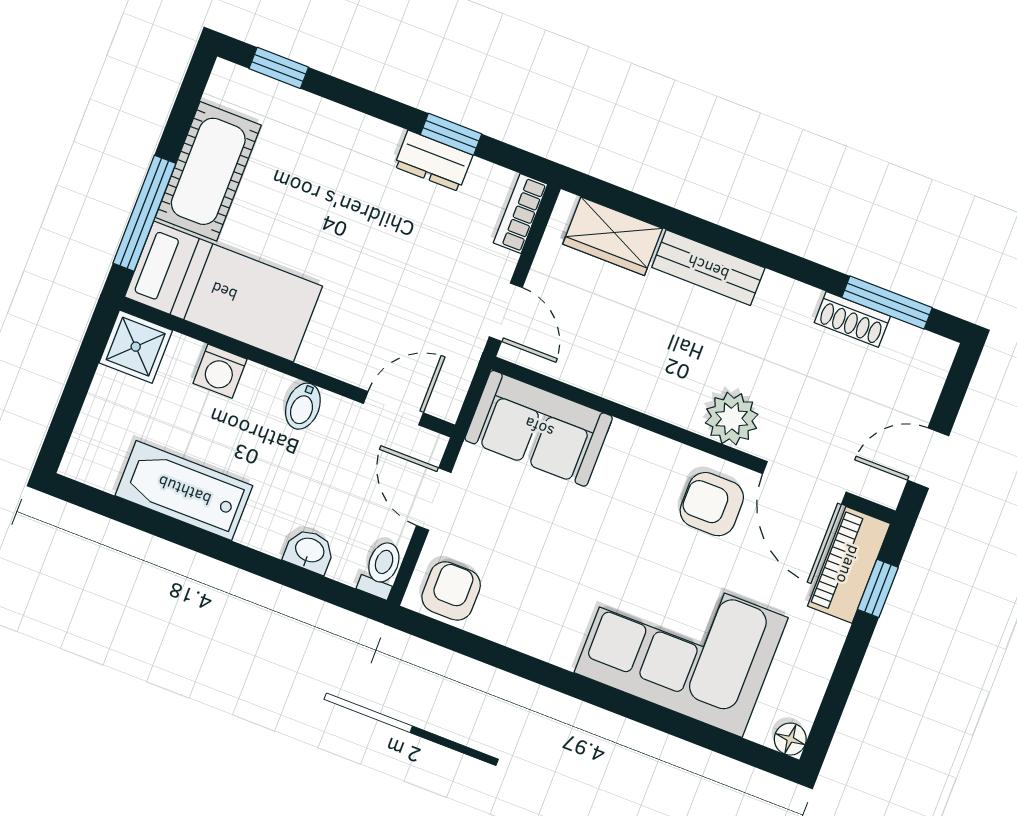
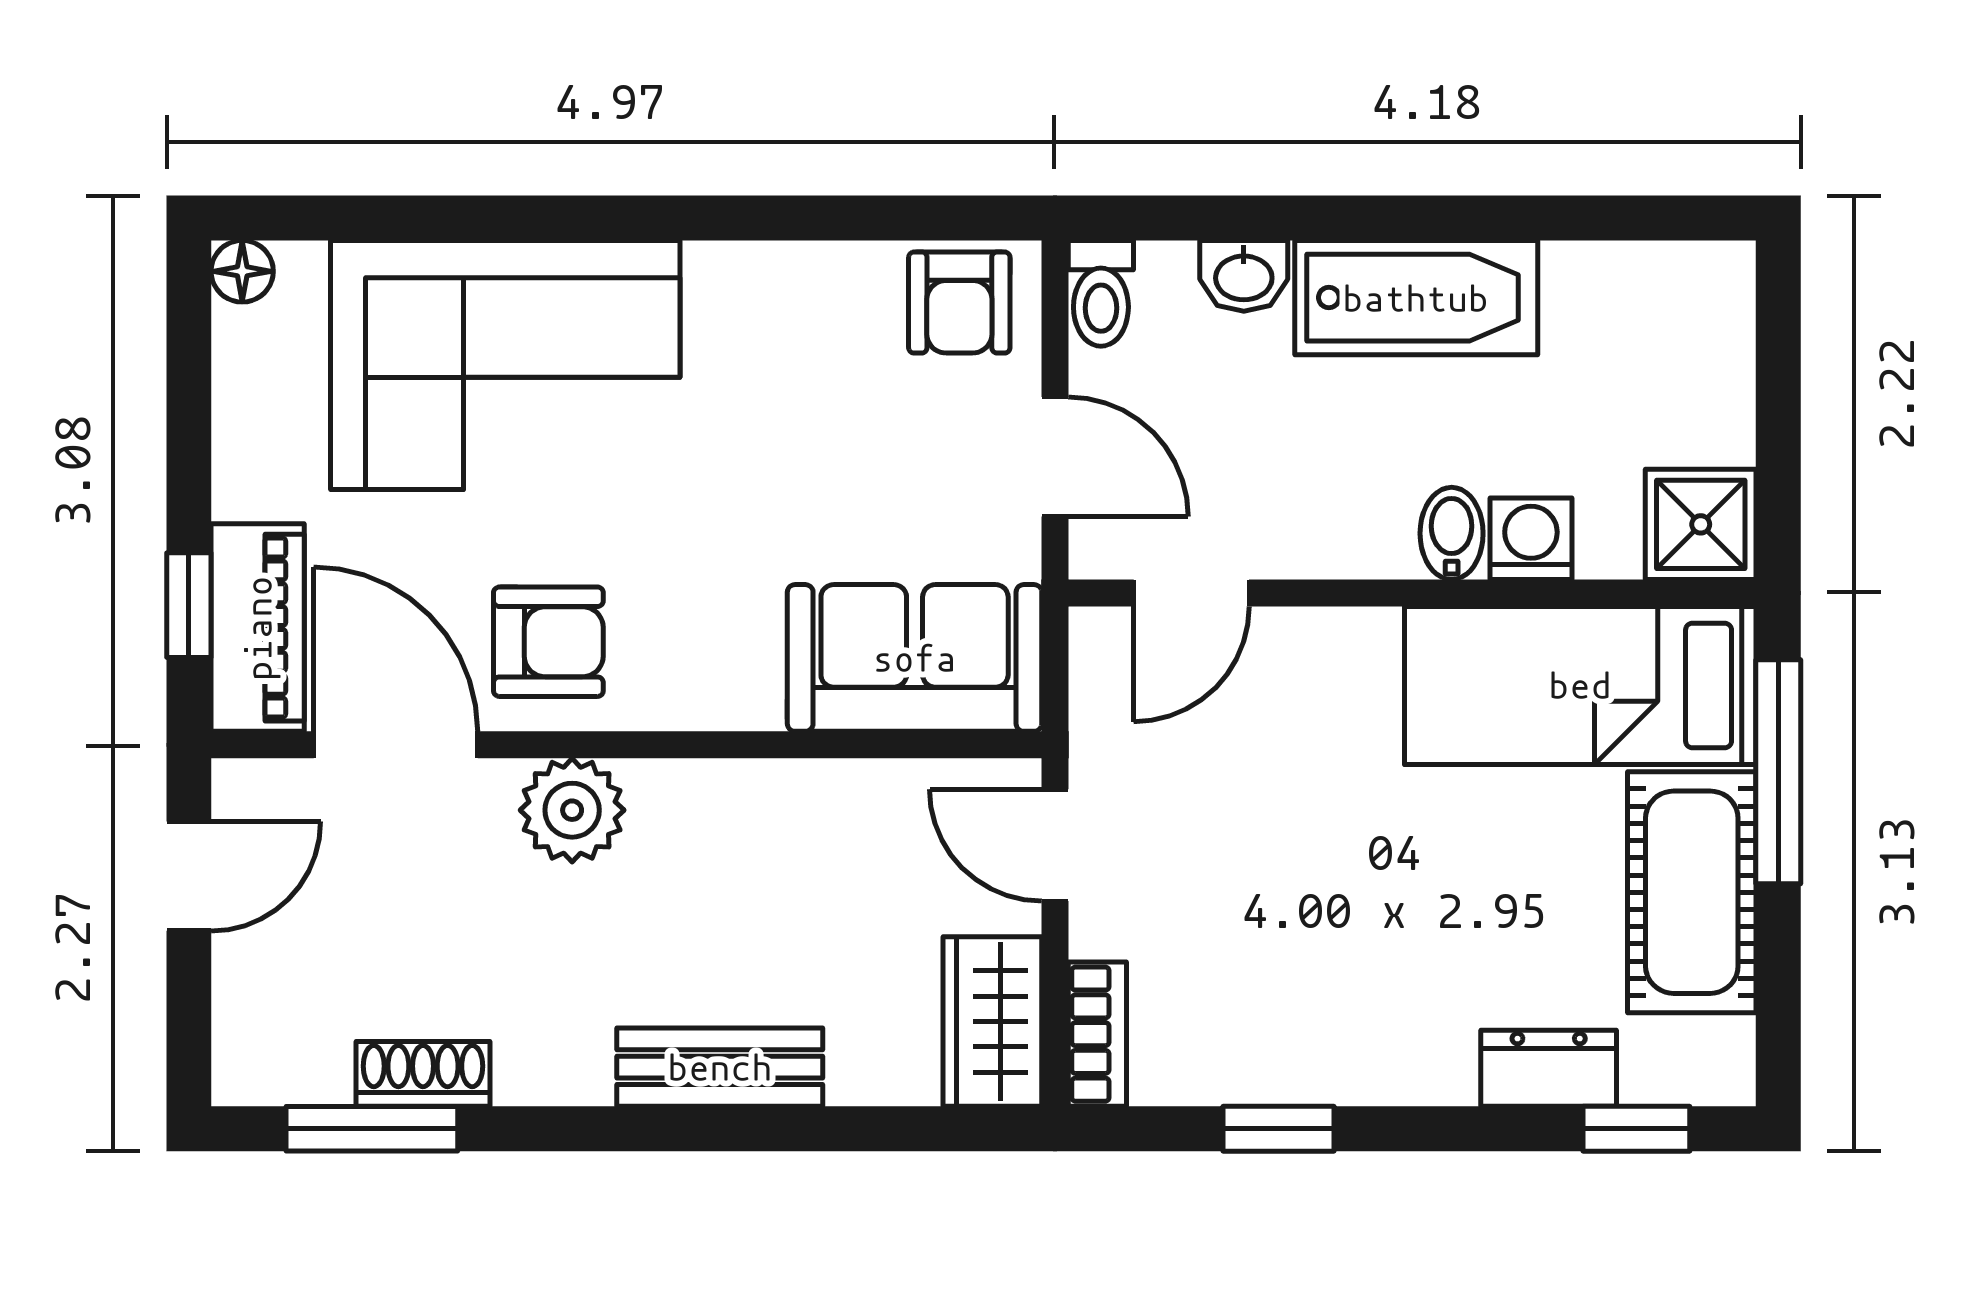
dresser: (433, 161) -> (1549, 1068), moved
wardrobe: (613, 236) -> (992, 1021), moved, turned -90
bidet: (303, 406) -> (1452, 533), moved
bathtub: (184, 491) -> (1416, 298), moved

